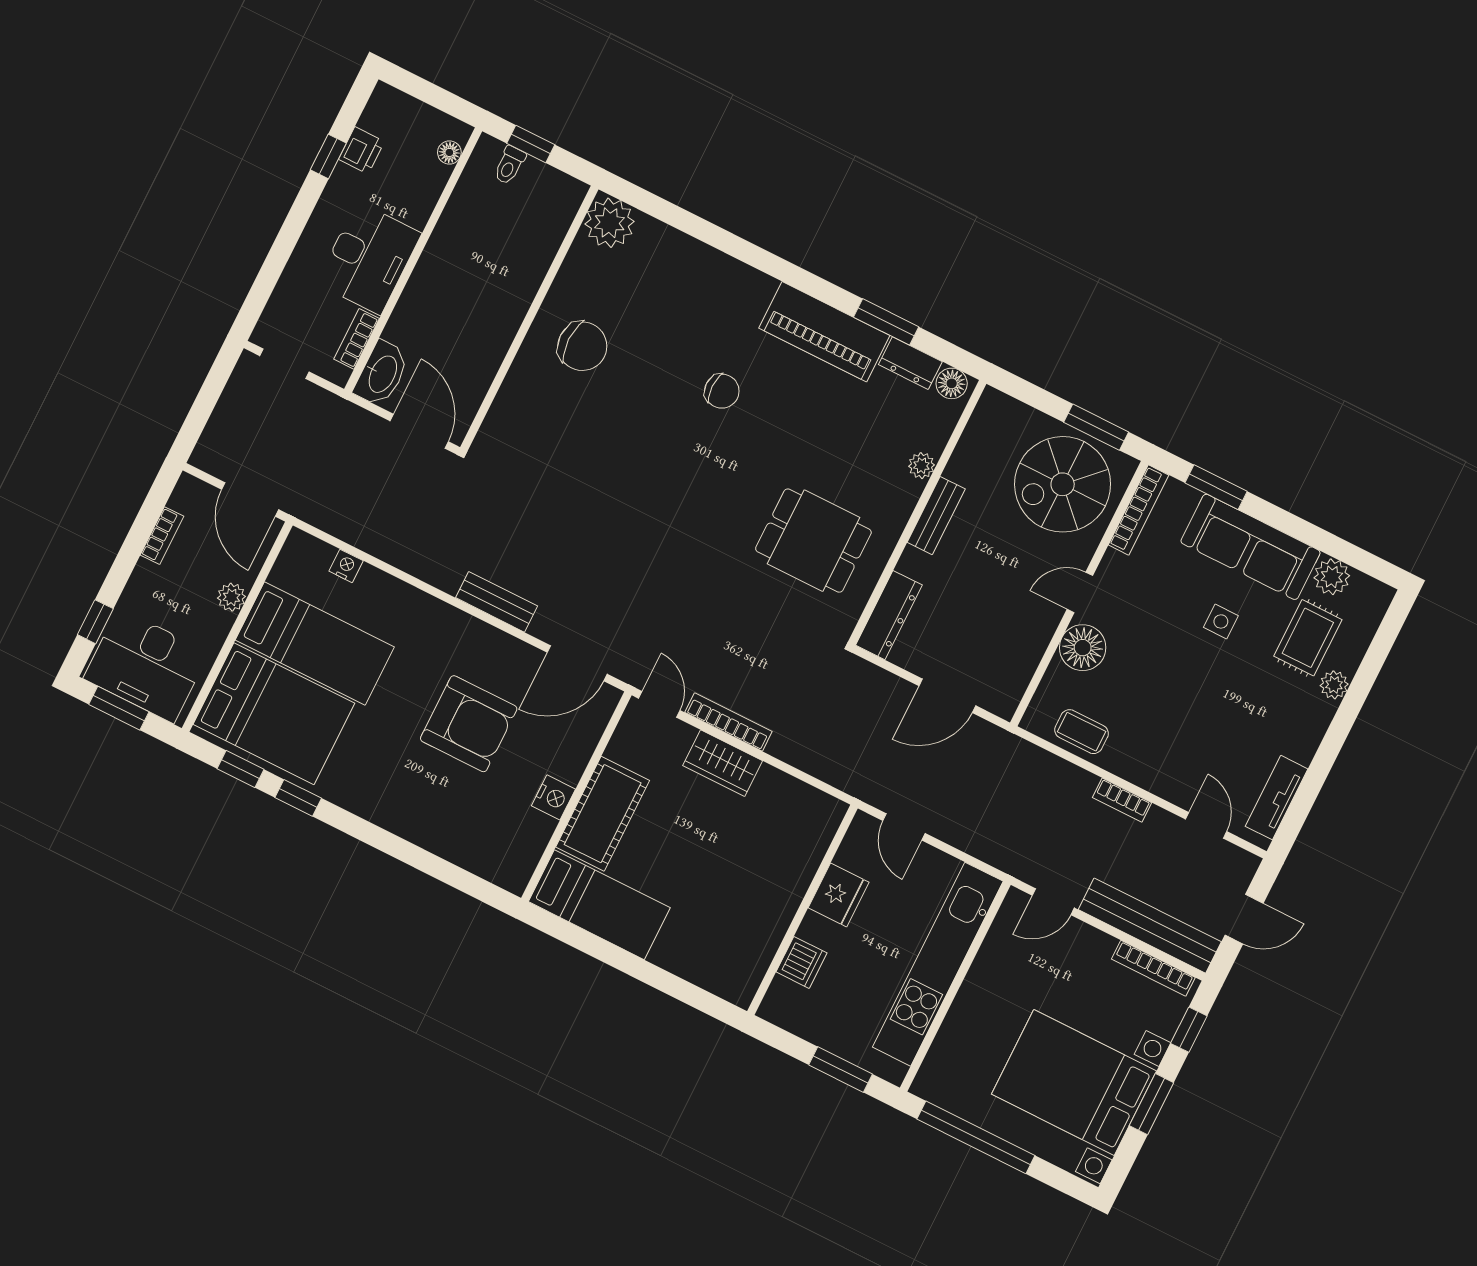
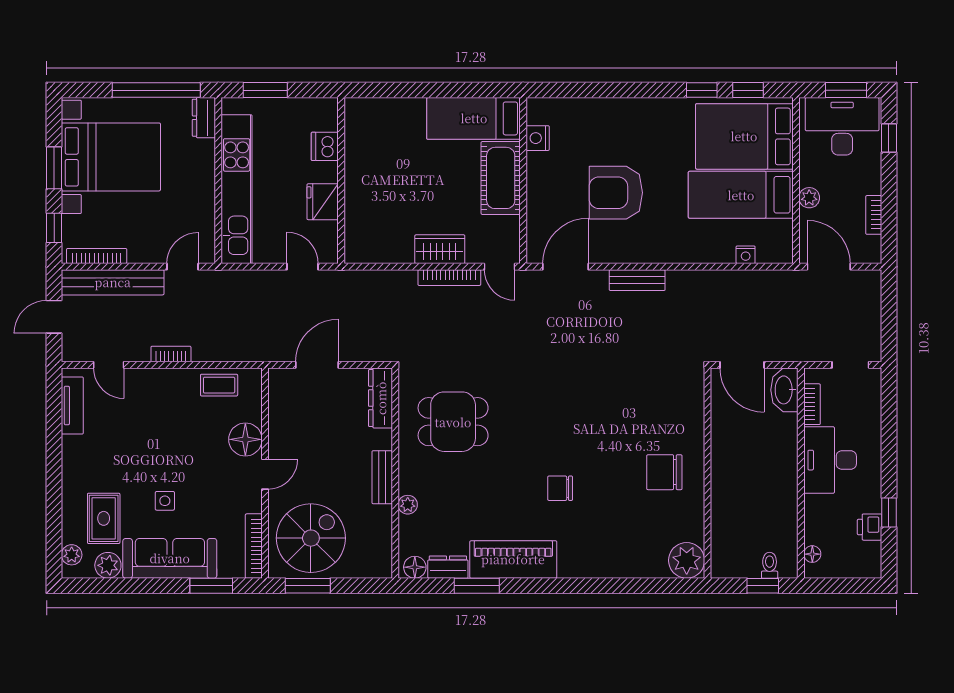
plant: (1334, 685) -> (72, 555), moved
nightstand: (553, 797) -> (538, 138), moved
dresser: (934, 1073) -> (204, 118), added

